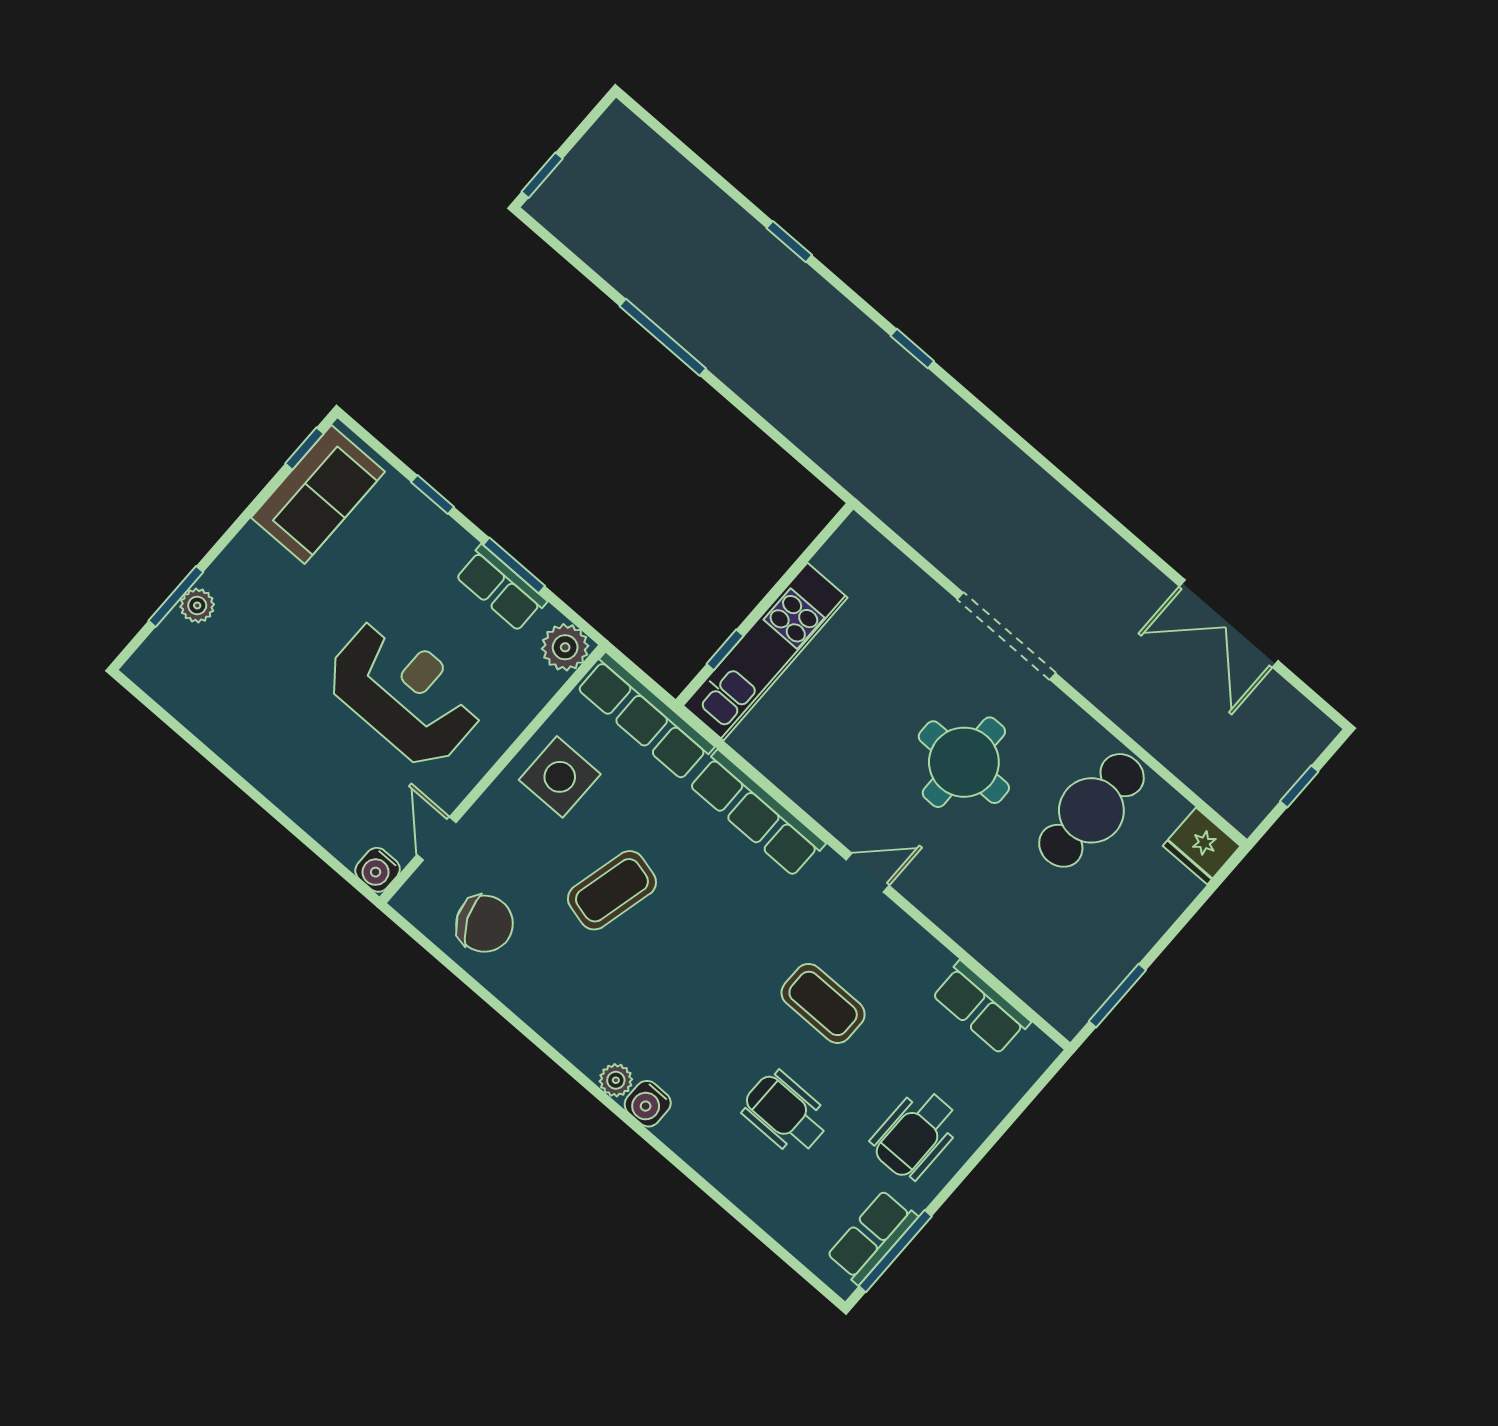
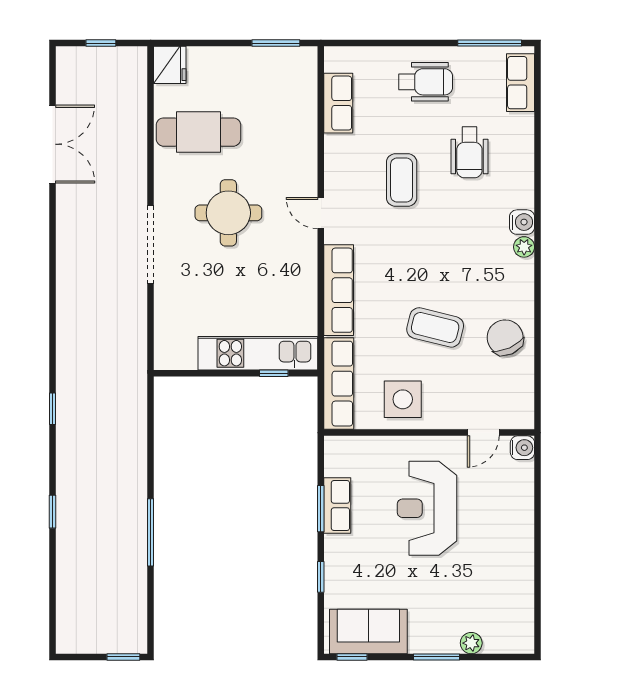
window: (176, 596) -> (436, 657), moved
plant: (565, 647) -> (339, 450), removed
chair: (485, 924) -> (505, 338), moved
row of seats: (872, 1237) -> (521, 83), moved, turned 90

